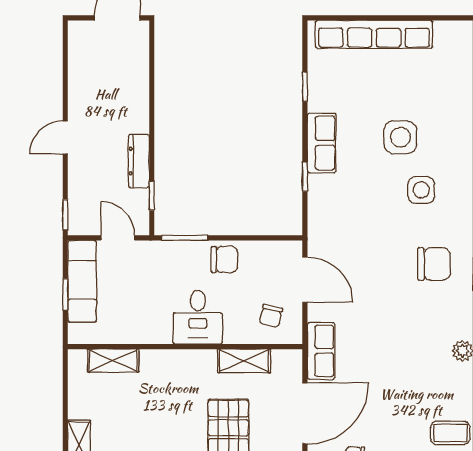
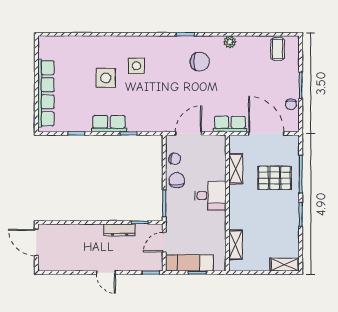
chair: (434, 264) -> (200, 62), moved, turned 90
chair: (271, 316) -> (175, 159), moved

